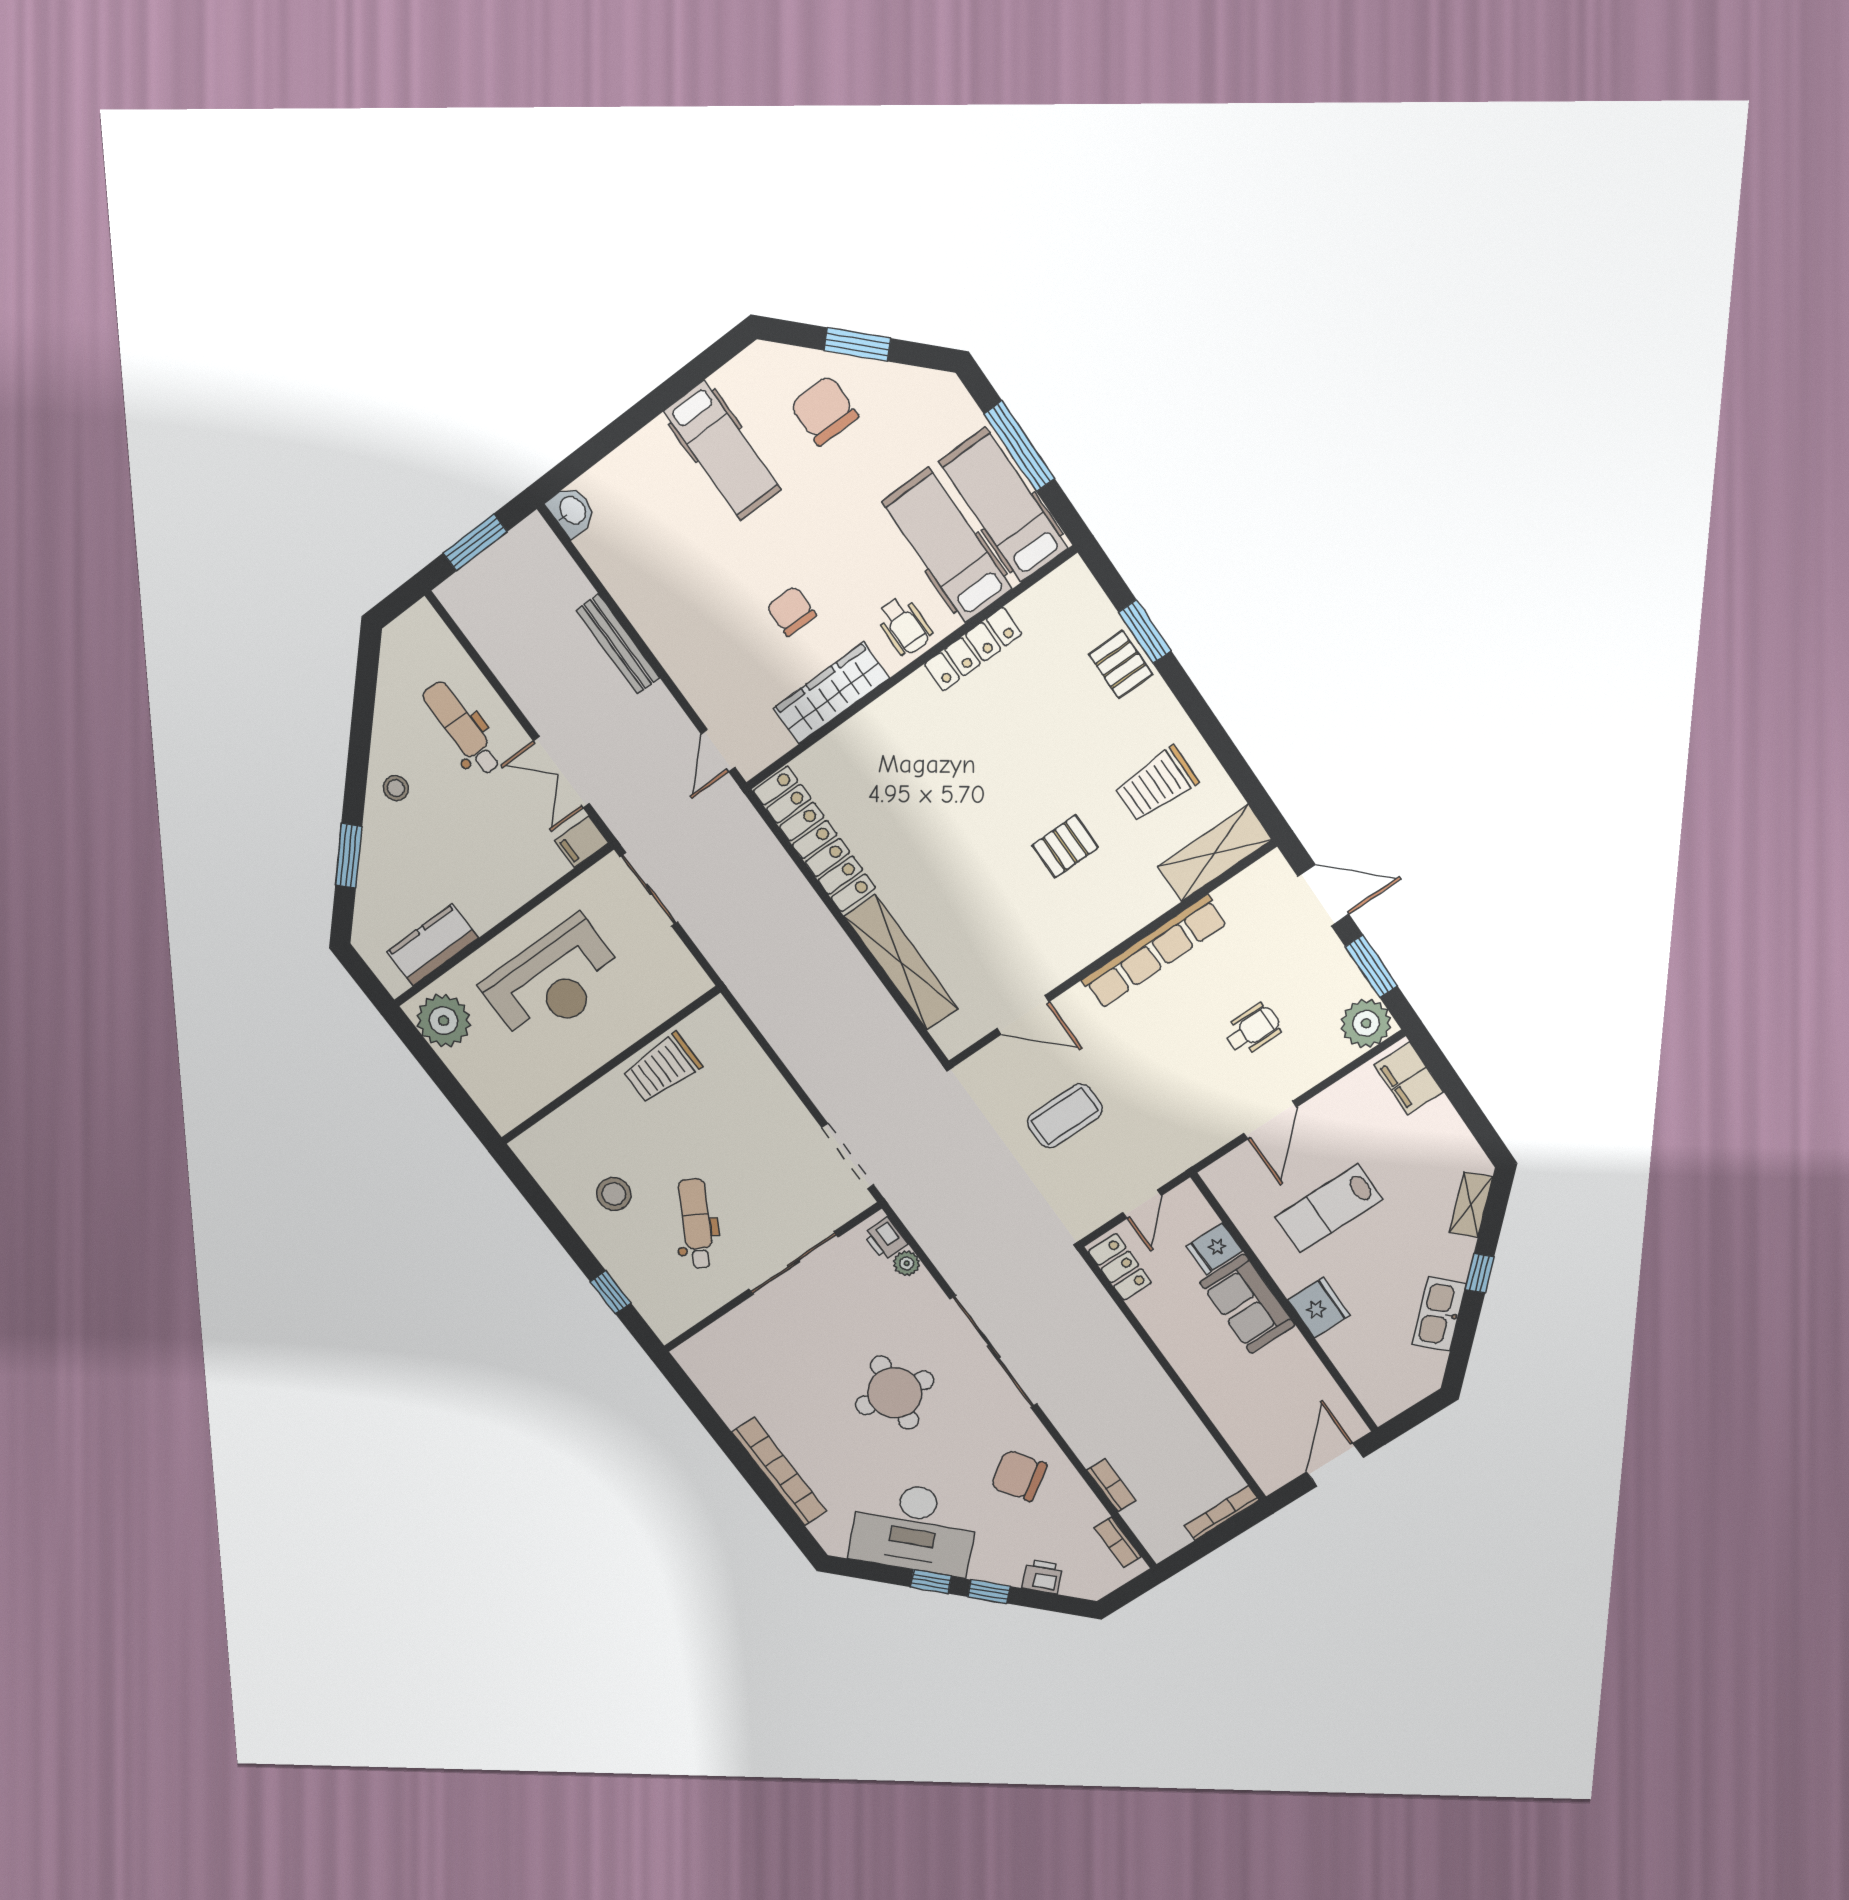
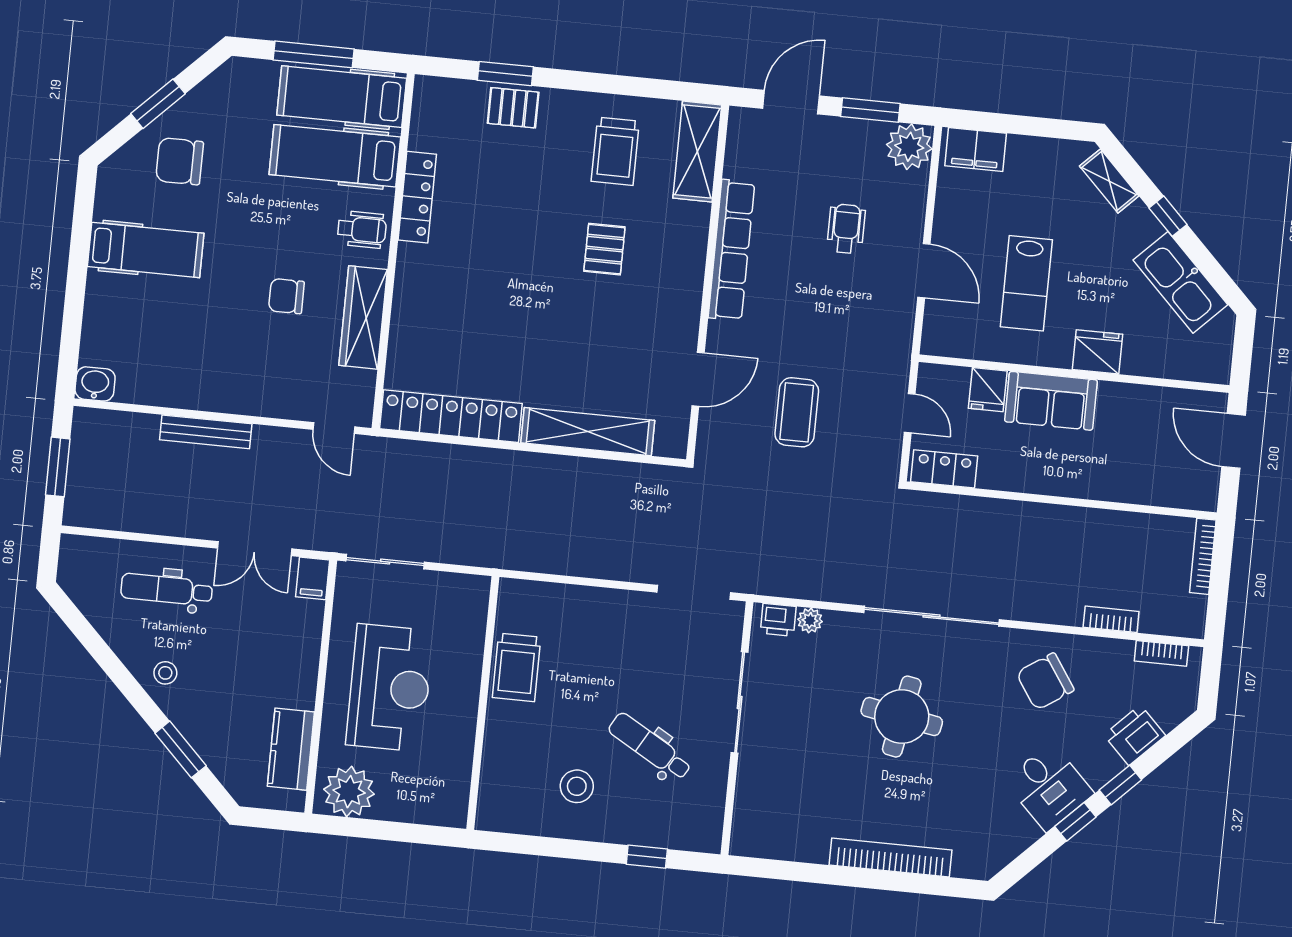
kitchen sink: (1439, 1314) -> (1180, 282), width x1.36, depth x1.24
desk: (914, 1528) -> (1049, 787), width x0.53, depth x0.77
printer: (1042, 1577) -> (1135, 735), width x1.36, depth x1.24

